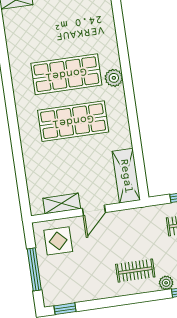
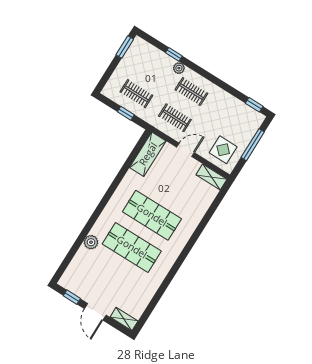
plant: (114, 78) -> (91, 242), moved
shelving: (62, 203) -> (211, 177), moved
clothes rail: (130, 232) -> (175, 118), added

